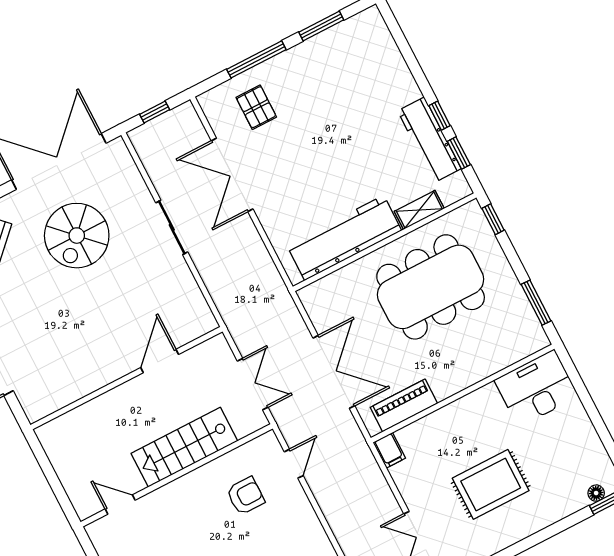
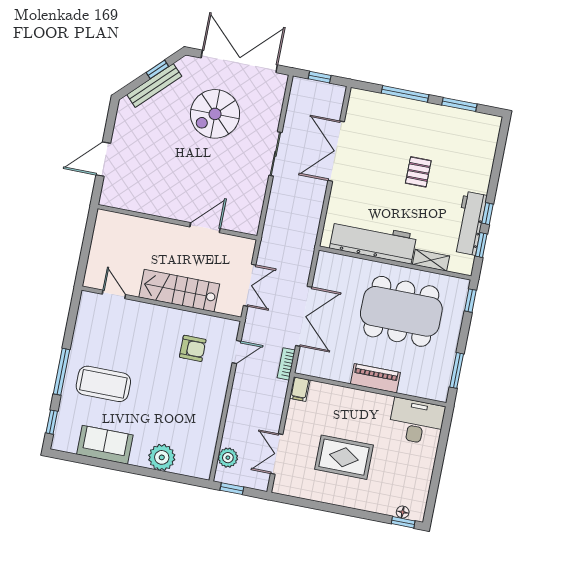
pallet: (256, 107) -> (418, 172), moved
piano: (404, 405) -> (375, 378), moved
bookcase: (355, 435) -> (286, 364), added

